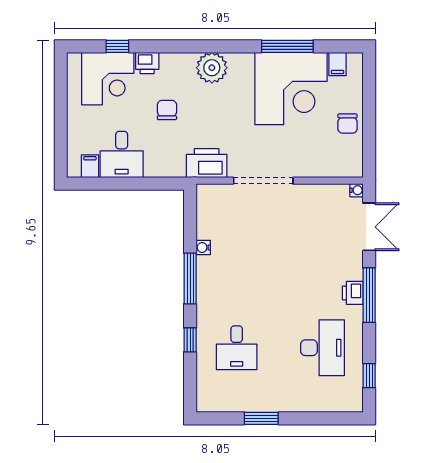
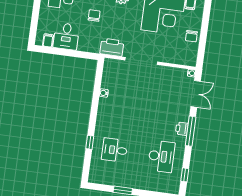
window: (190, 278) -> (94, 109), removed
desk: (237, 348) -> (115, 150), turned 90

